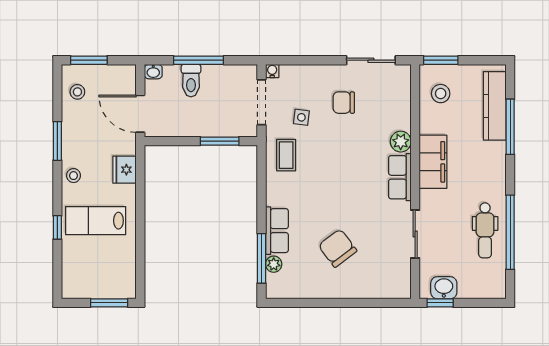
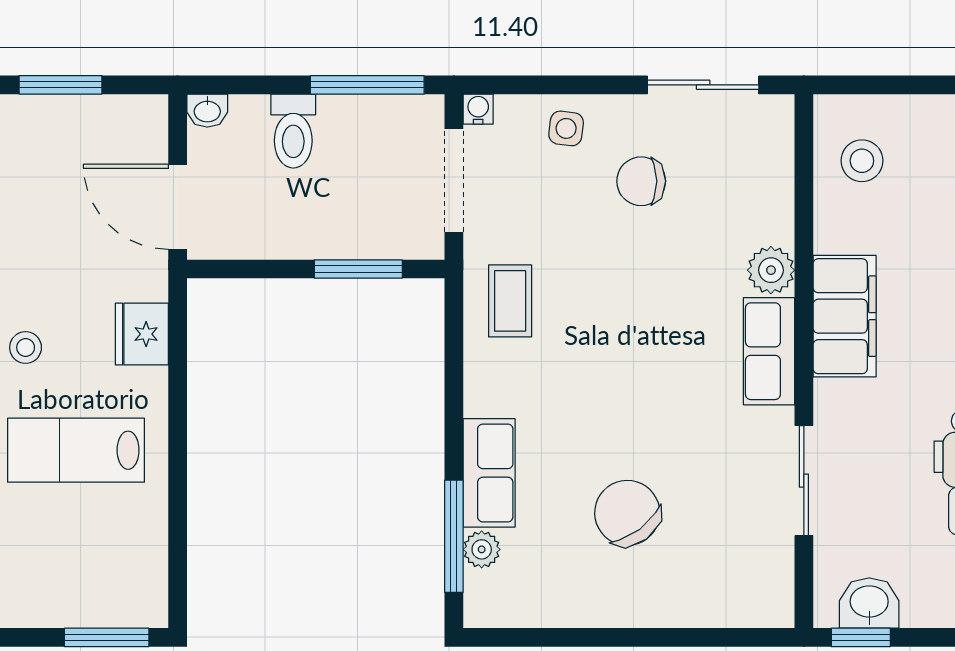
window: (198, 60) -> (367, 85), moved
window: (441, 60) -> (862, 85), removed
stool: (77, 92) -> (35, 157), removed
side table: (301, 117) -> (566, 128), moved

